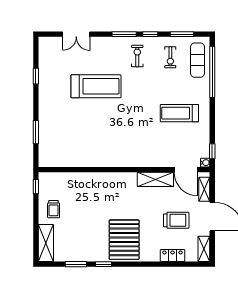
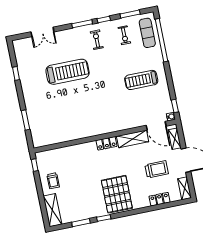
locker: (124, 178) -> (106, 143), added

